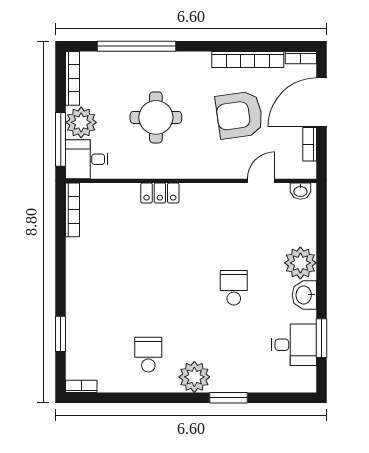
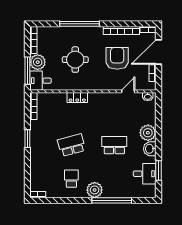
window: (137, 46) -> (79, 24), moved
armchair: (239, 115) -> (117, 58), turned 98
school desk: (148, 288) -> (71, 145), added
school desk: (234, 288) -> (114, 145), width x1.85
window: (61, 334) -> (27, 139), moved
window: (229, 398) -> (112, 200), width x2.11

